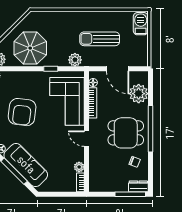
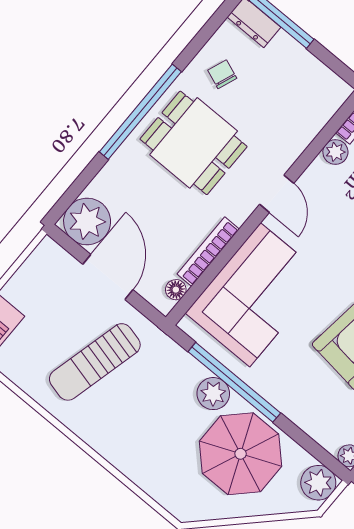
sun lounger: (100, 39) -> (95, 362), turned 104
plant: (75, 60) -> (213, 394), moved
window: (51, 69) -> (234, 382), width x3.17
plant: (139, 94) -> (87, 221), moved

